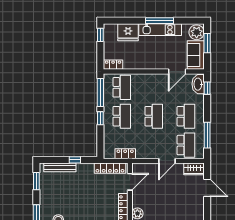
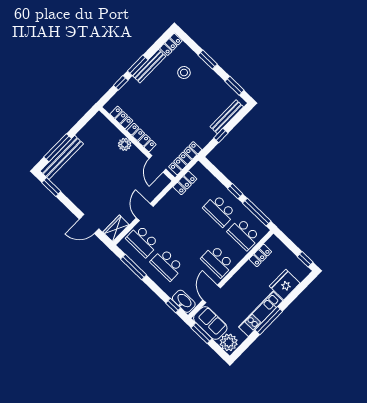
window: (207, 43) -> (201, 333), moved
locker: (113, 65) -> (260, 255), moved
school desk: (154, 116) -> (217, 261), moved

